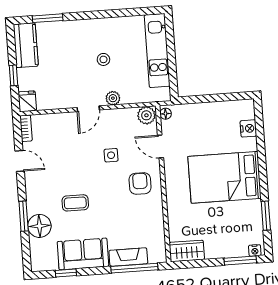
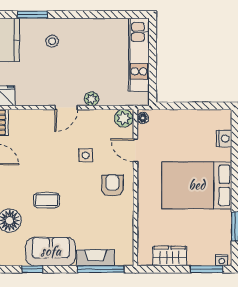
stool: (103, 59) -> (52, 41), moved
wardrobe: (187, 251) -> (170, 256), moved

